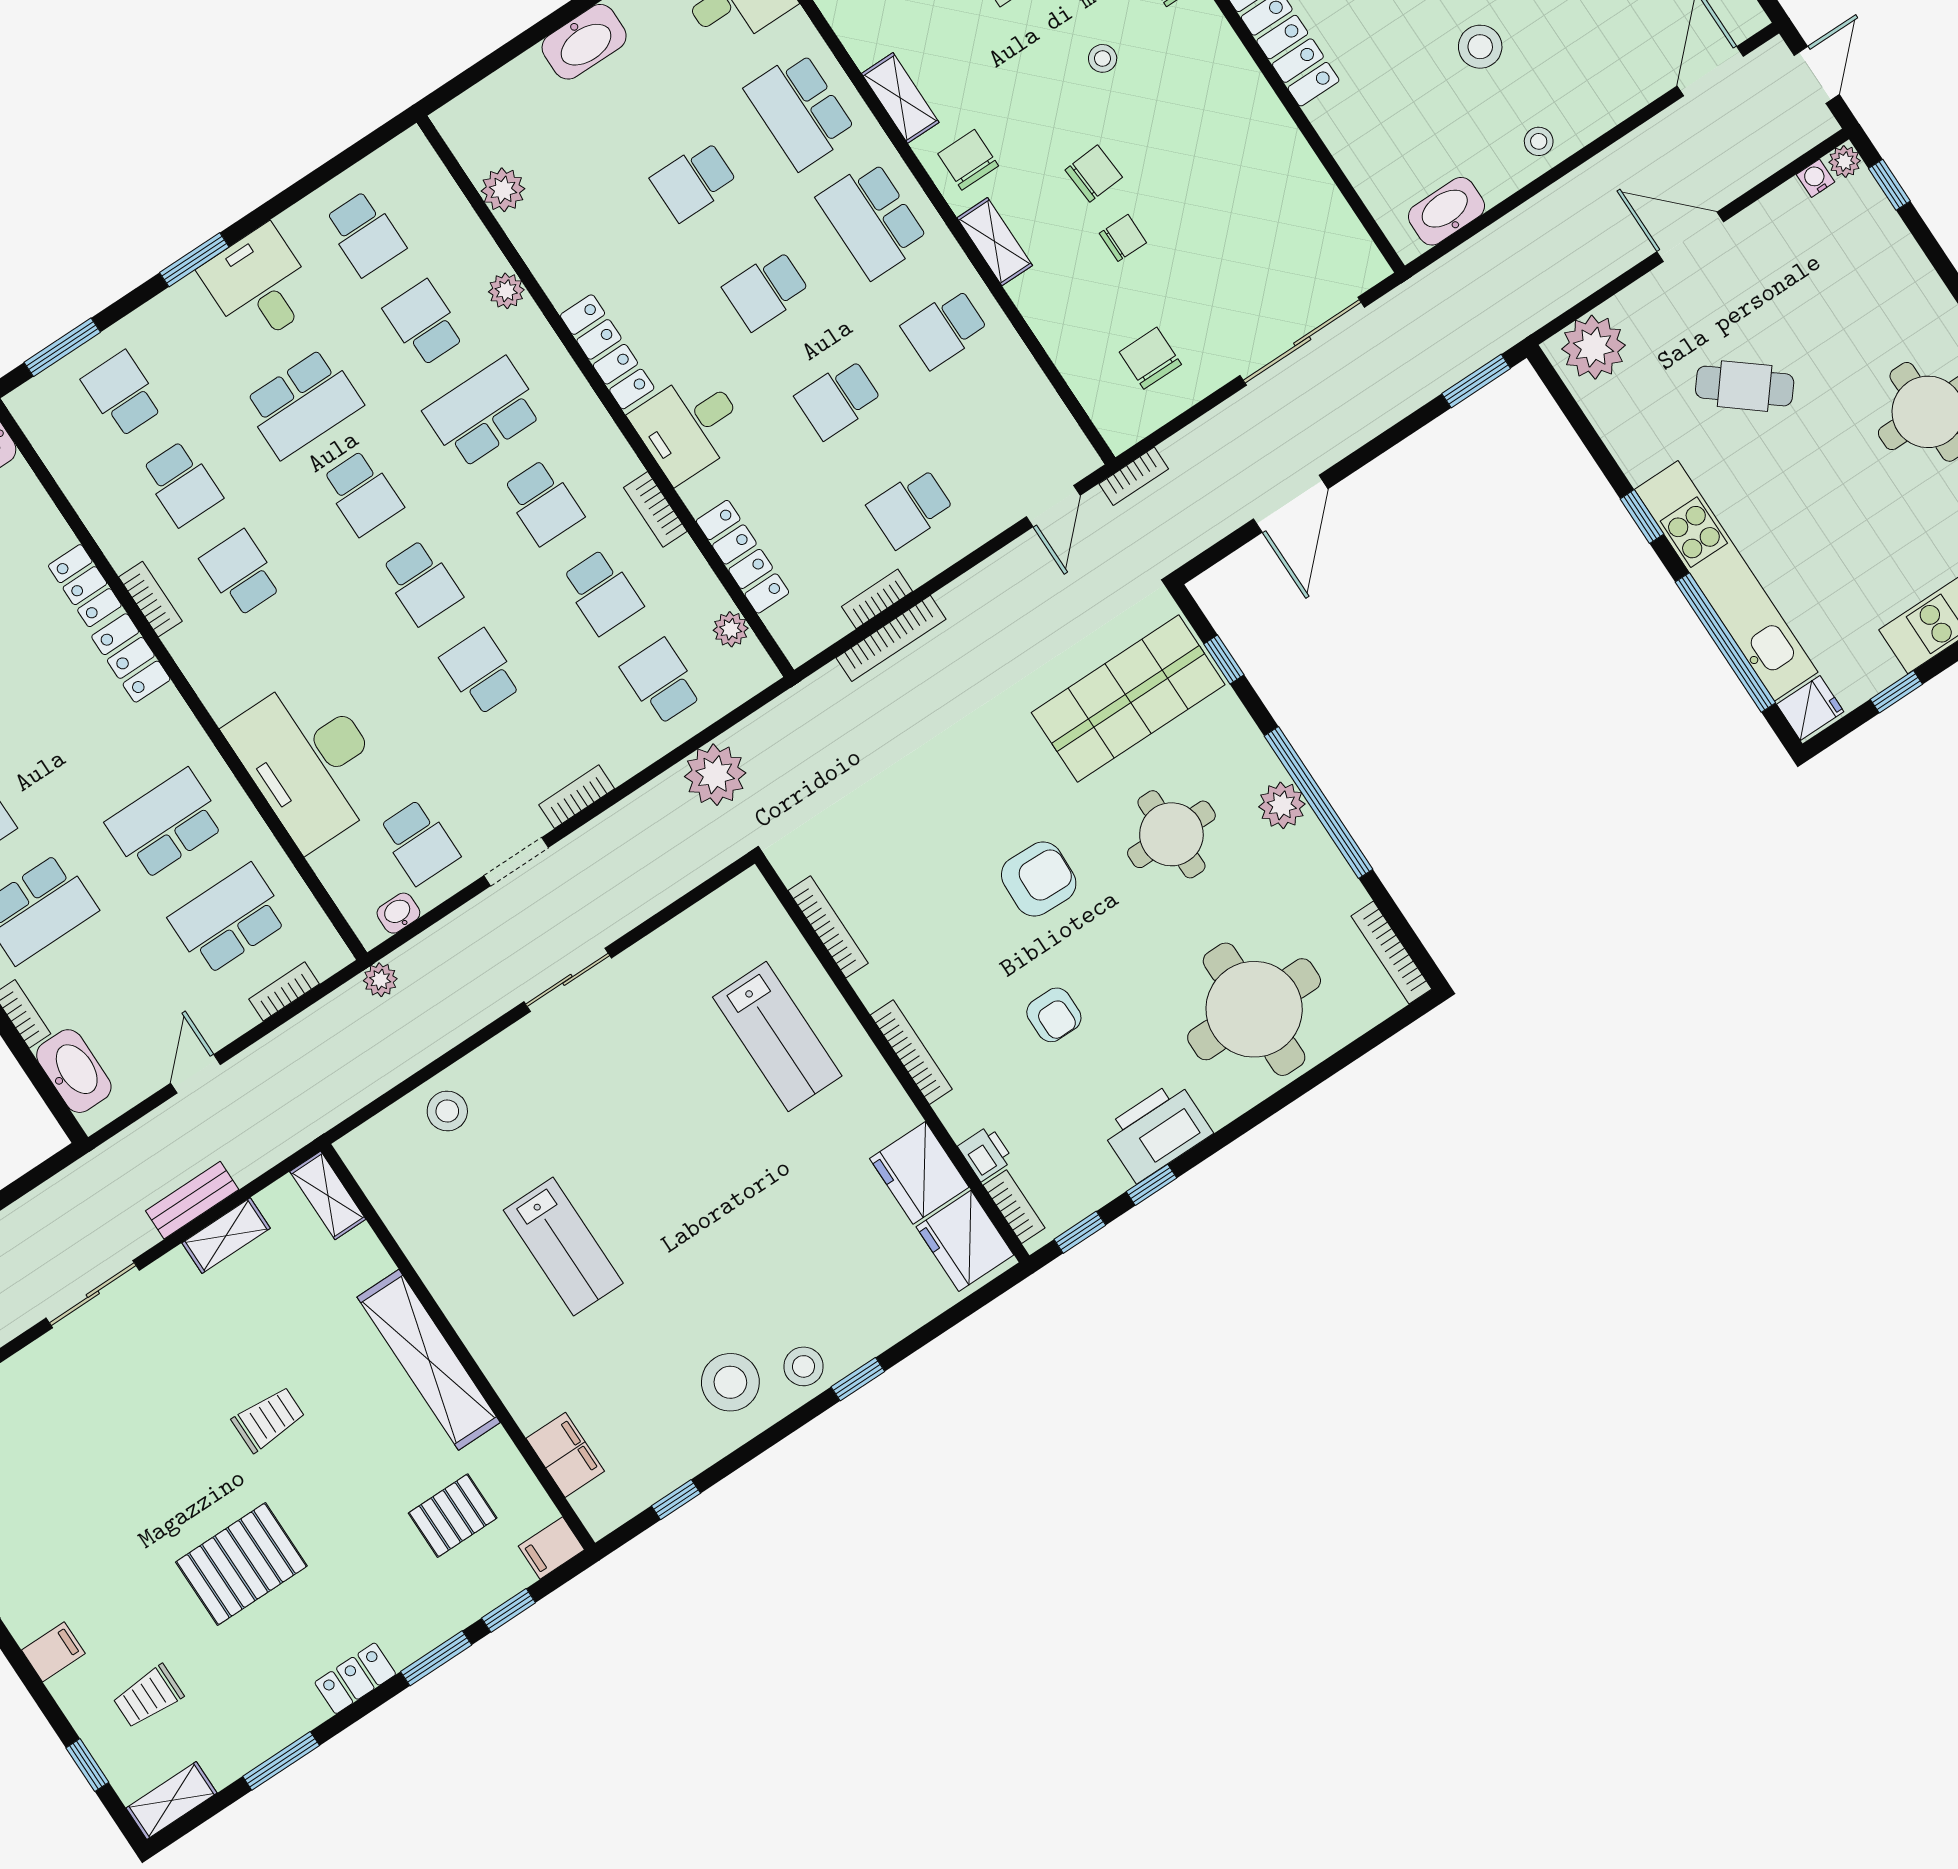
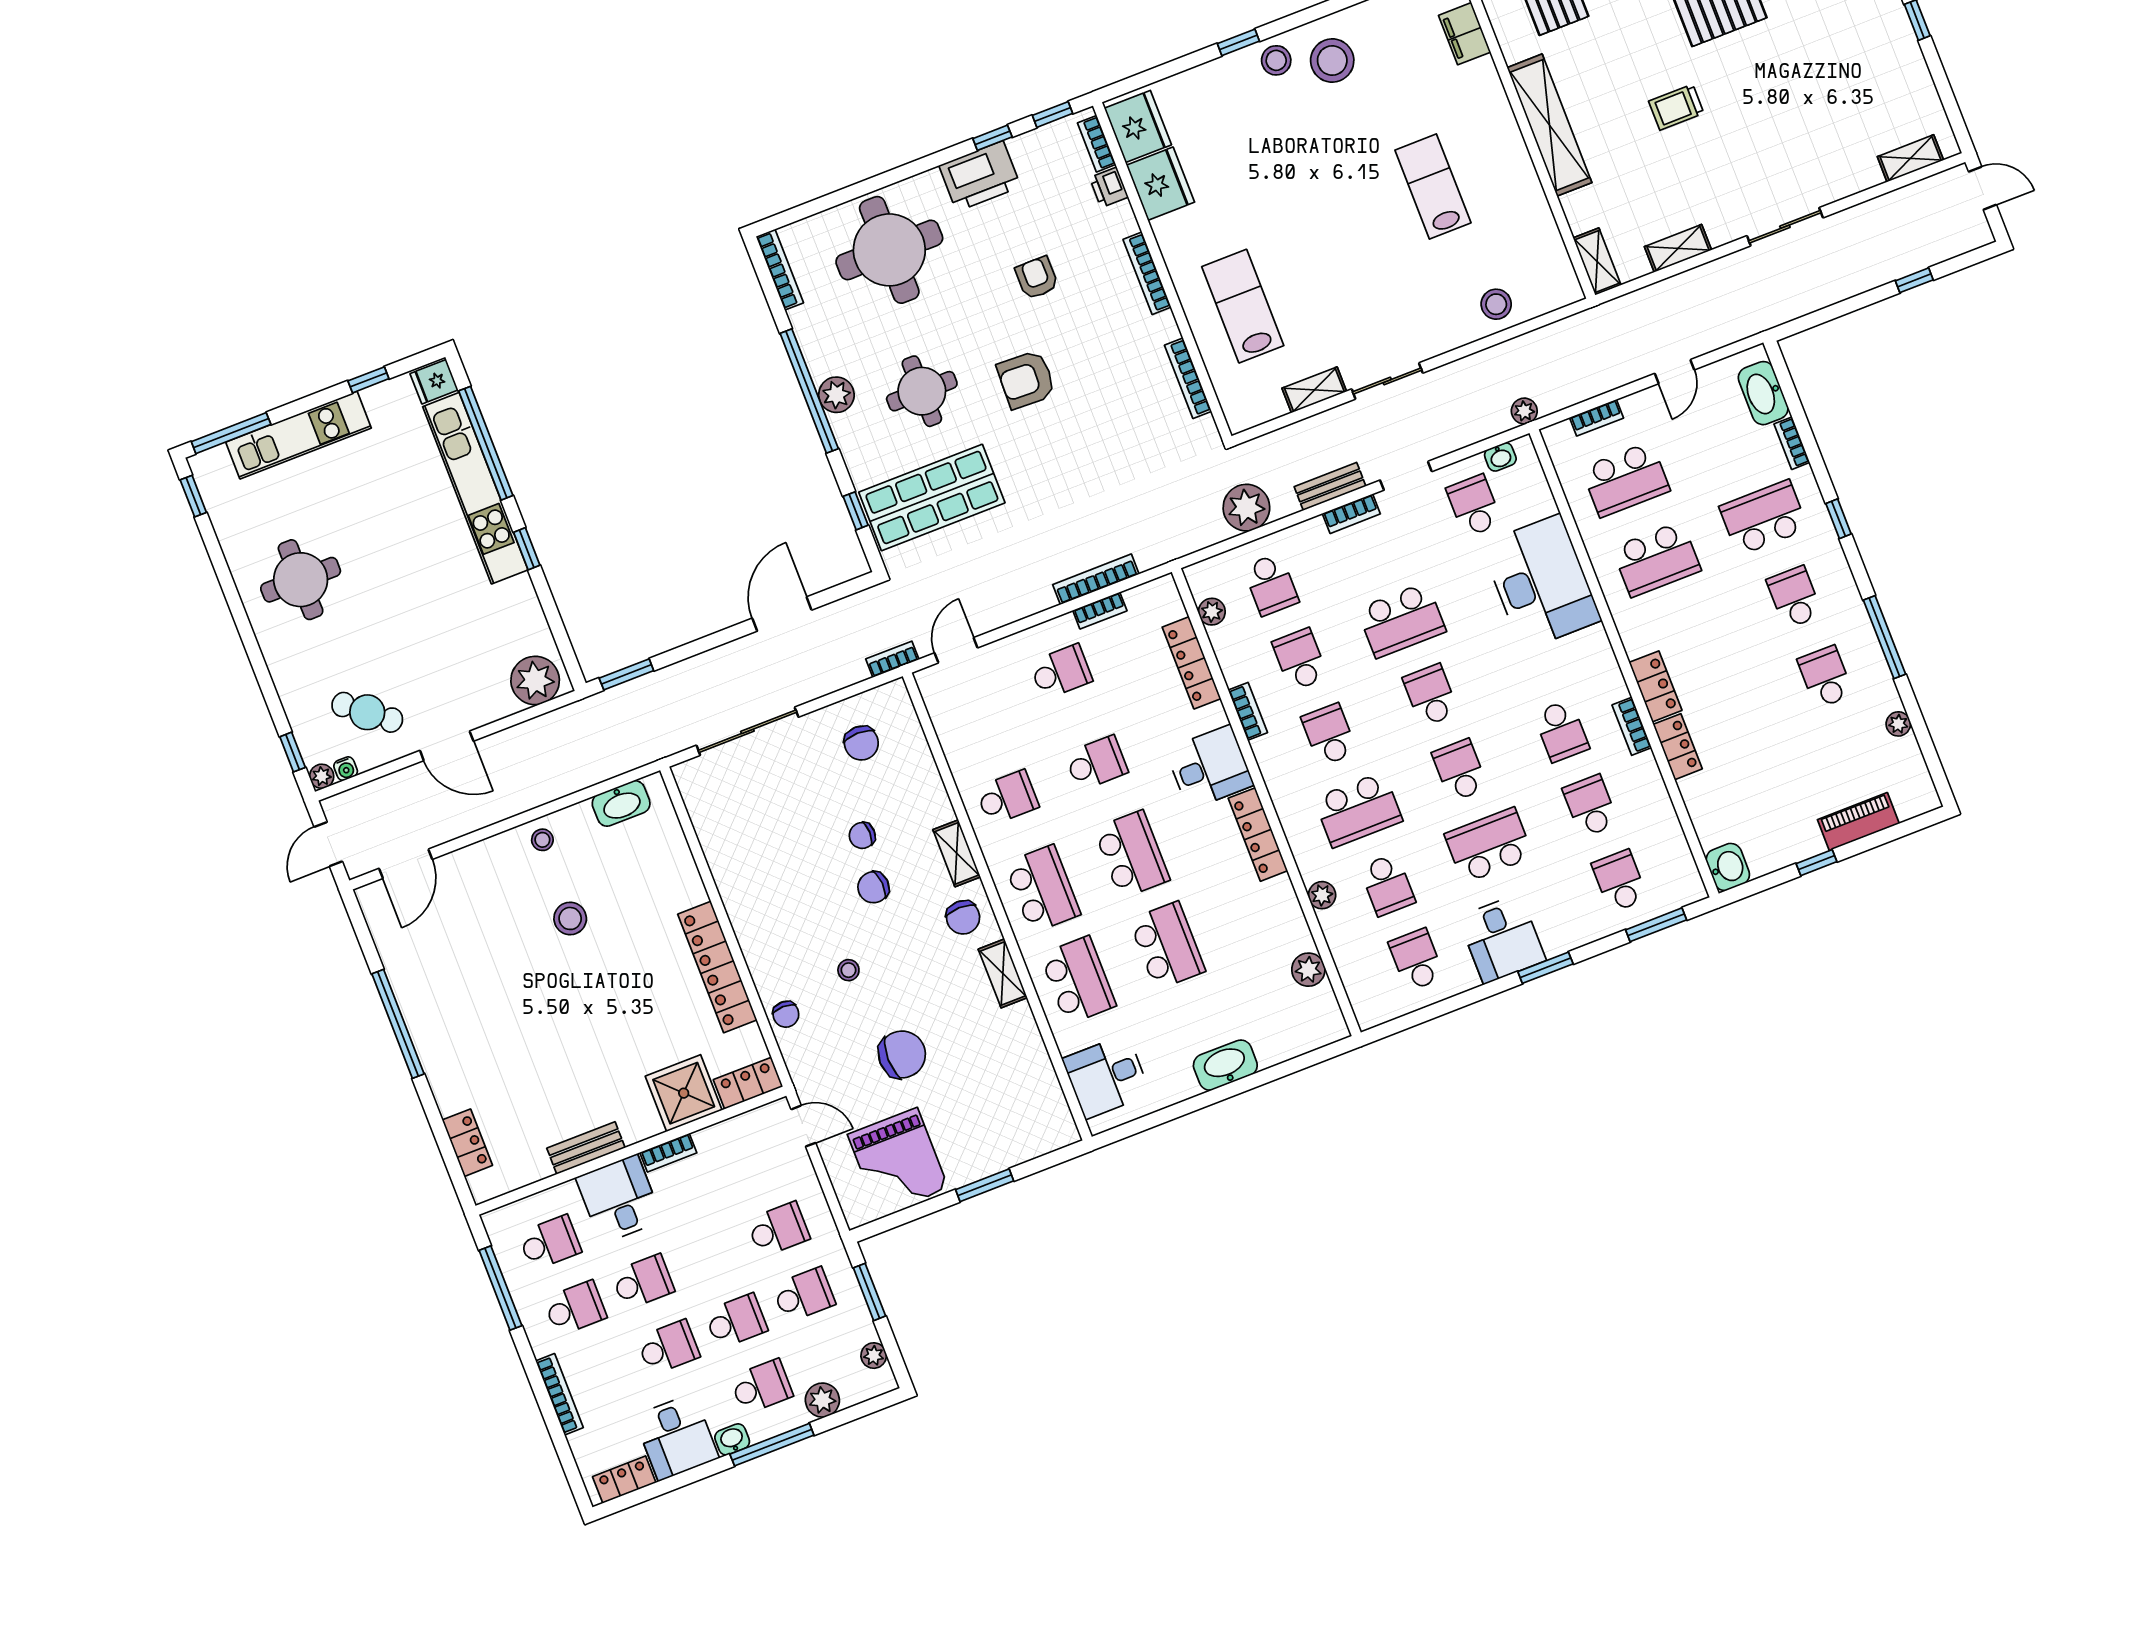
school desk: (694, 181) -> (1167, 946), width x1.85
school desk: (766, 290) -> (1132, 854), width x1.85
cafe table: (1745, 386) -> (367, 712), moved
school desk: (122, 394) -> (1620, 881), turned 180
school desk: (481, 672) -> (1402, 620), width x1.85
shelving: (660, 948) -> (1314, 390), added
bench: (192, 1200) -> (1330, 486), moved

